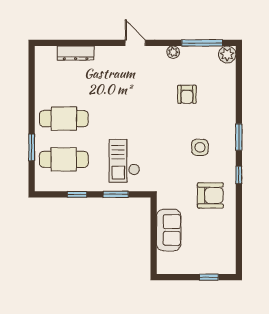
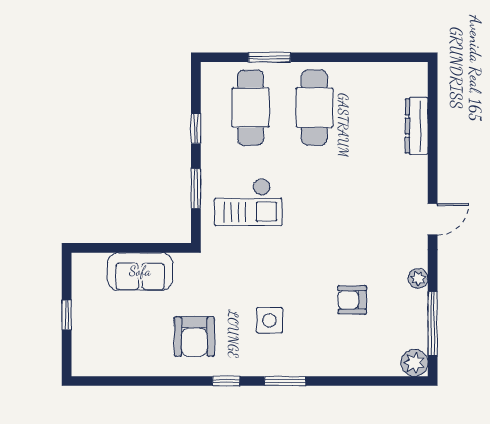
checkout: (124, 161) -> (248, 202), turned 180
window: (209, 277) -> (67, 315), moved

